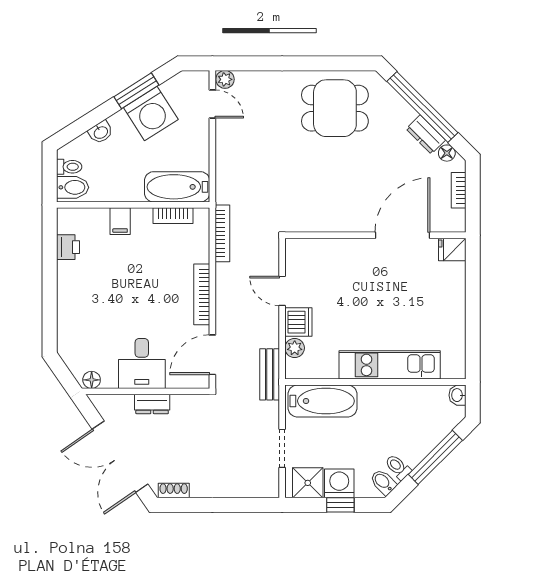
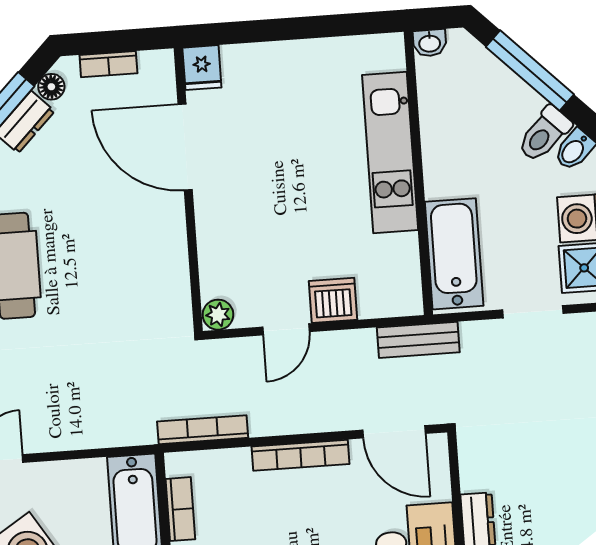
plant: (295, 348) -> (218, 315), moved
toilet: (398, 467) -> (544, 134), width x1.37, depth x1.39

